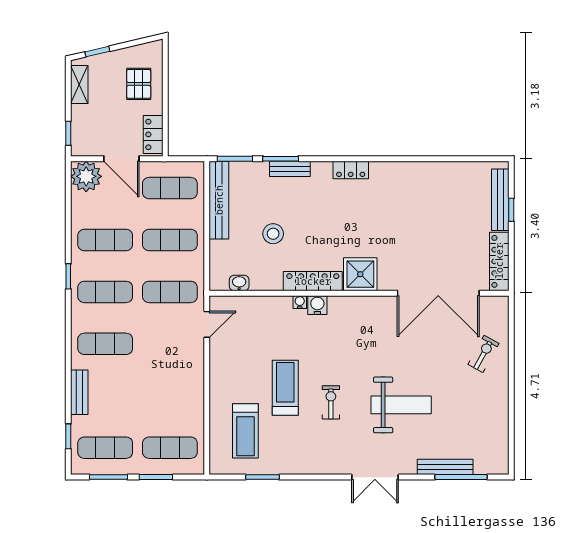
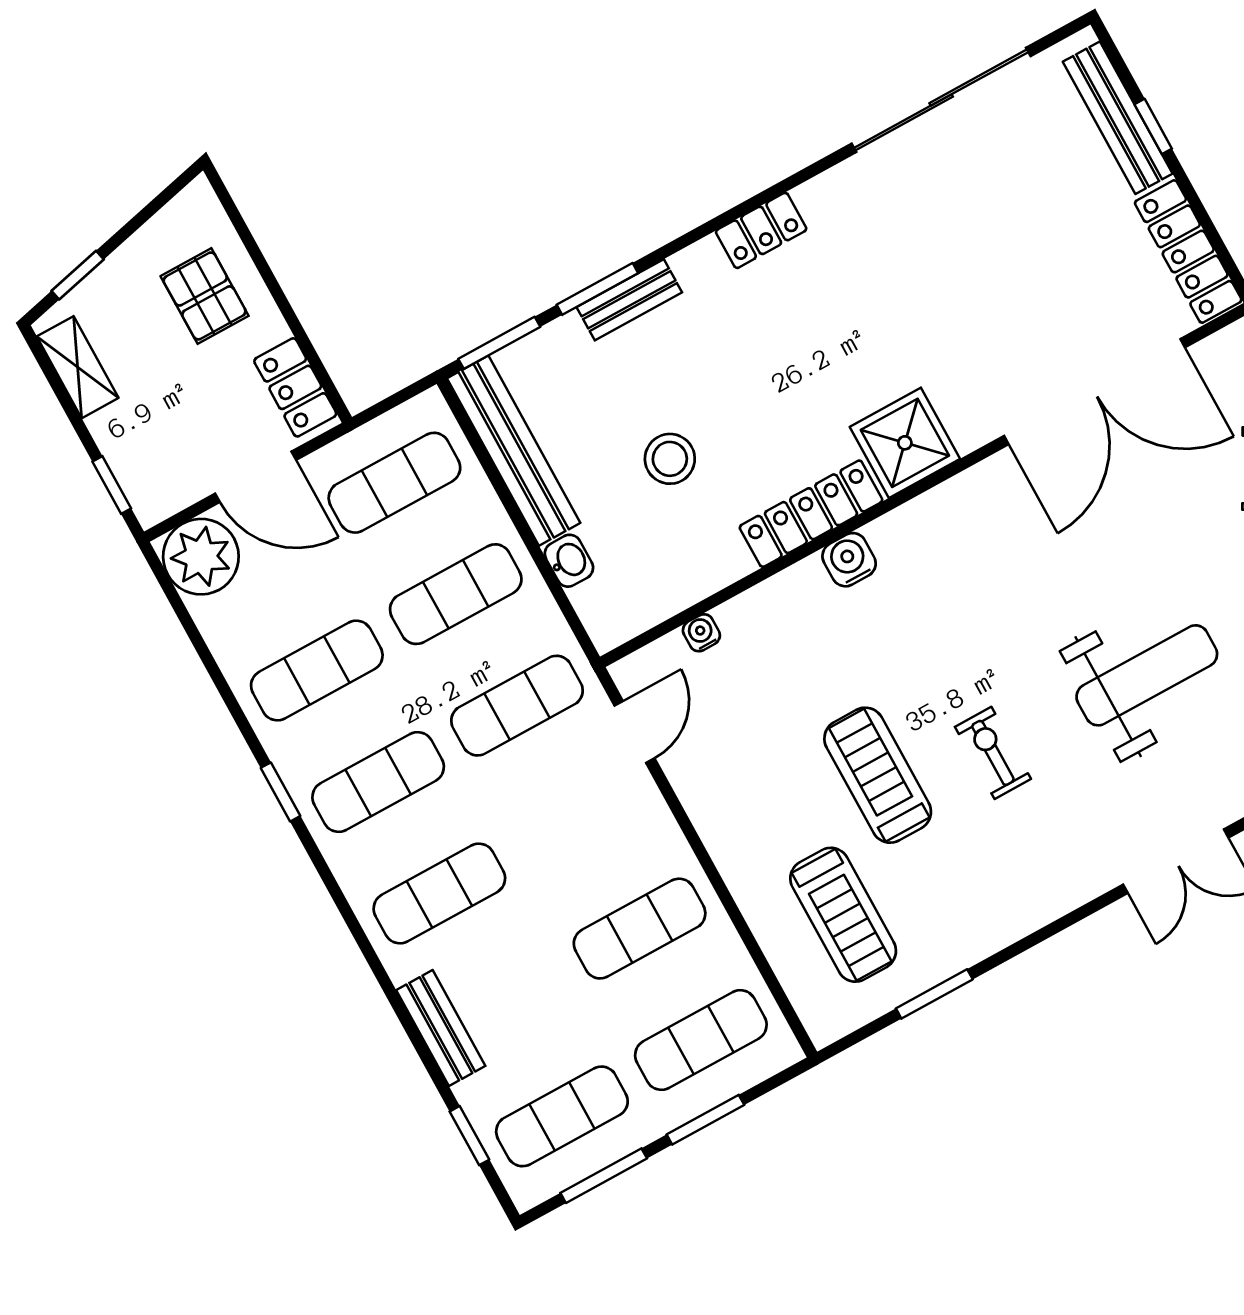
sliding door: (441, 159) -> (941, 100), added
washbasin: (239, 283) -> (569, 561), moved, turned 90
water cooler: (300, 302) -> (701, 633), moved
exercise mat: (170, 396) -> (640, 929), added

